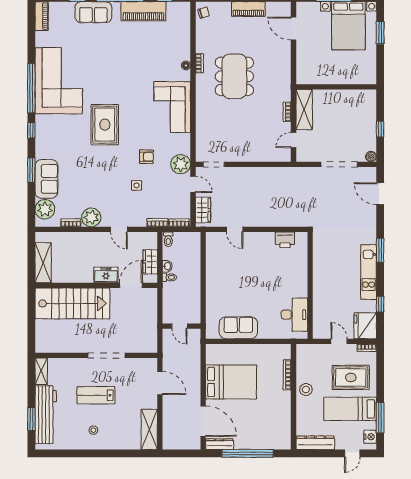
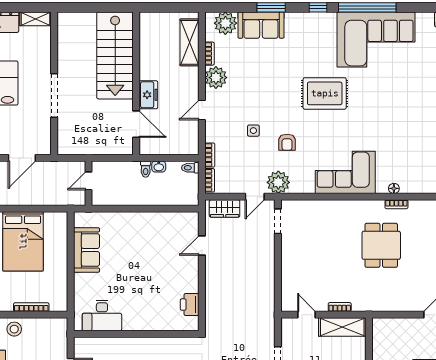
dining table: (234, 76) -> (381, 245), width x0.73
wardrobe: (150, 262) -> (164, 147), removed
shelving: (43, 263) -> (189, 42), moved, turned 90

